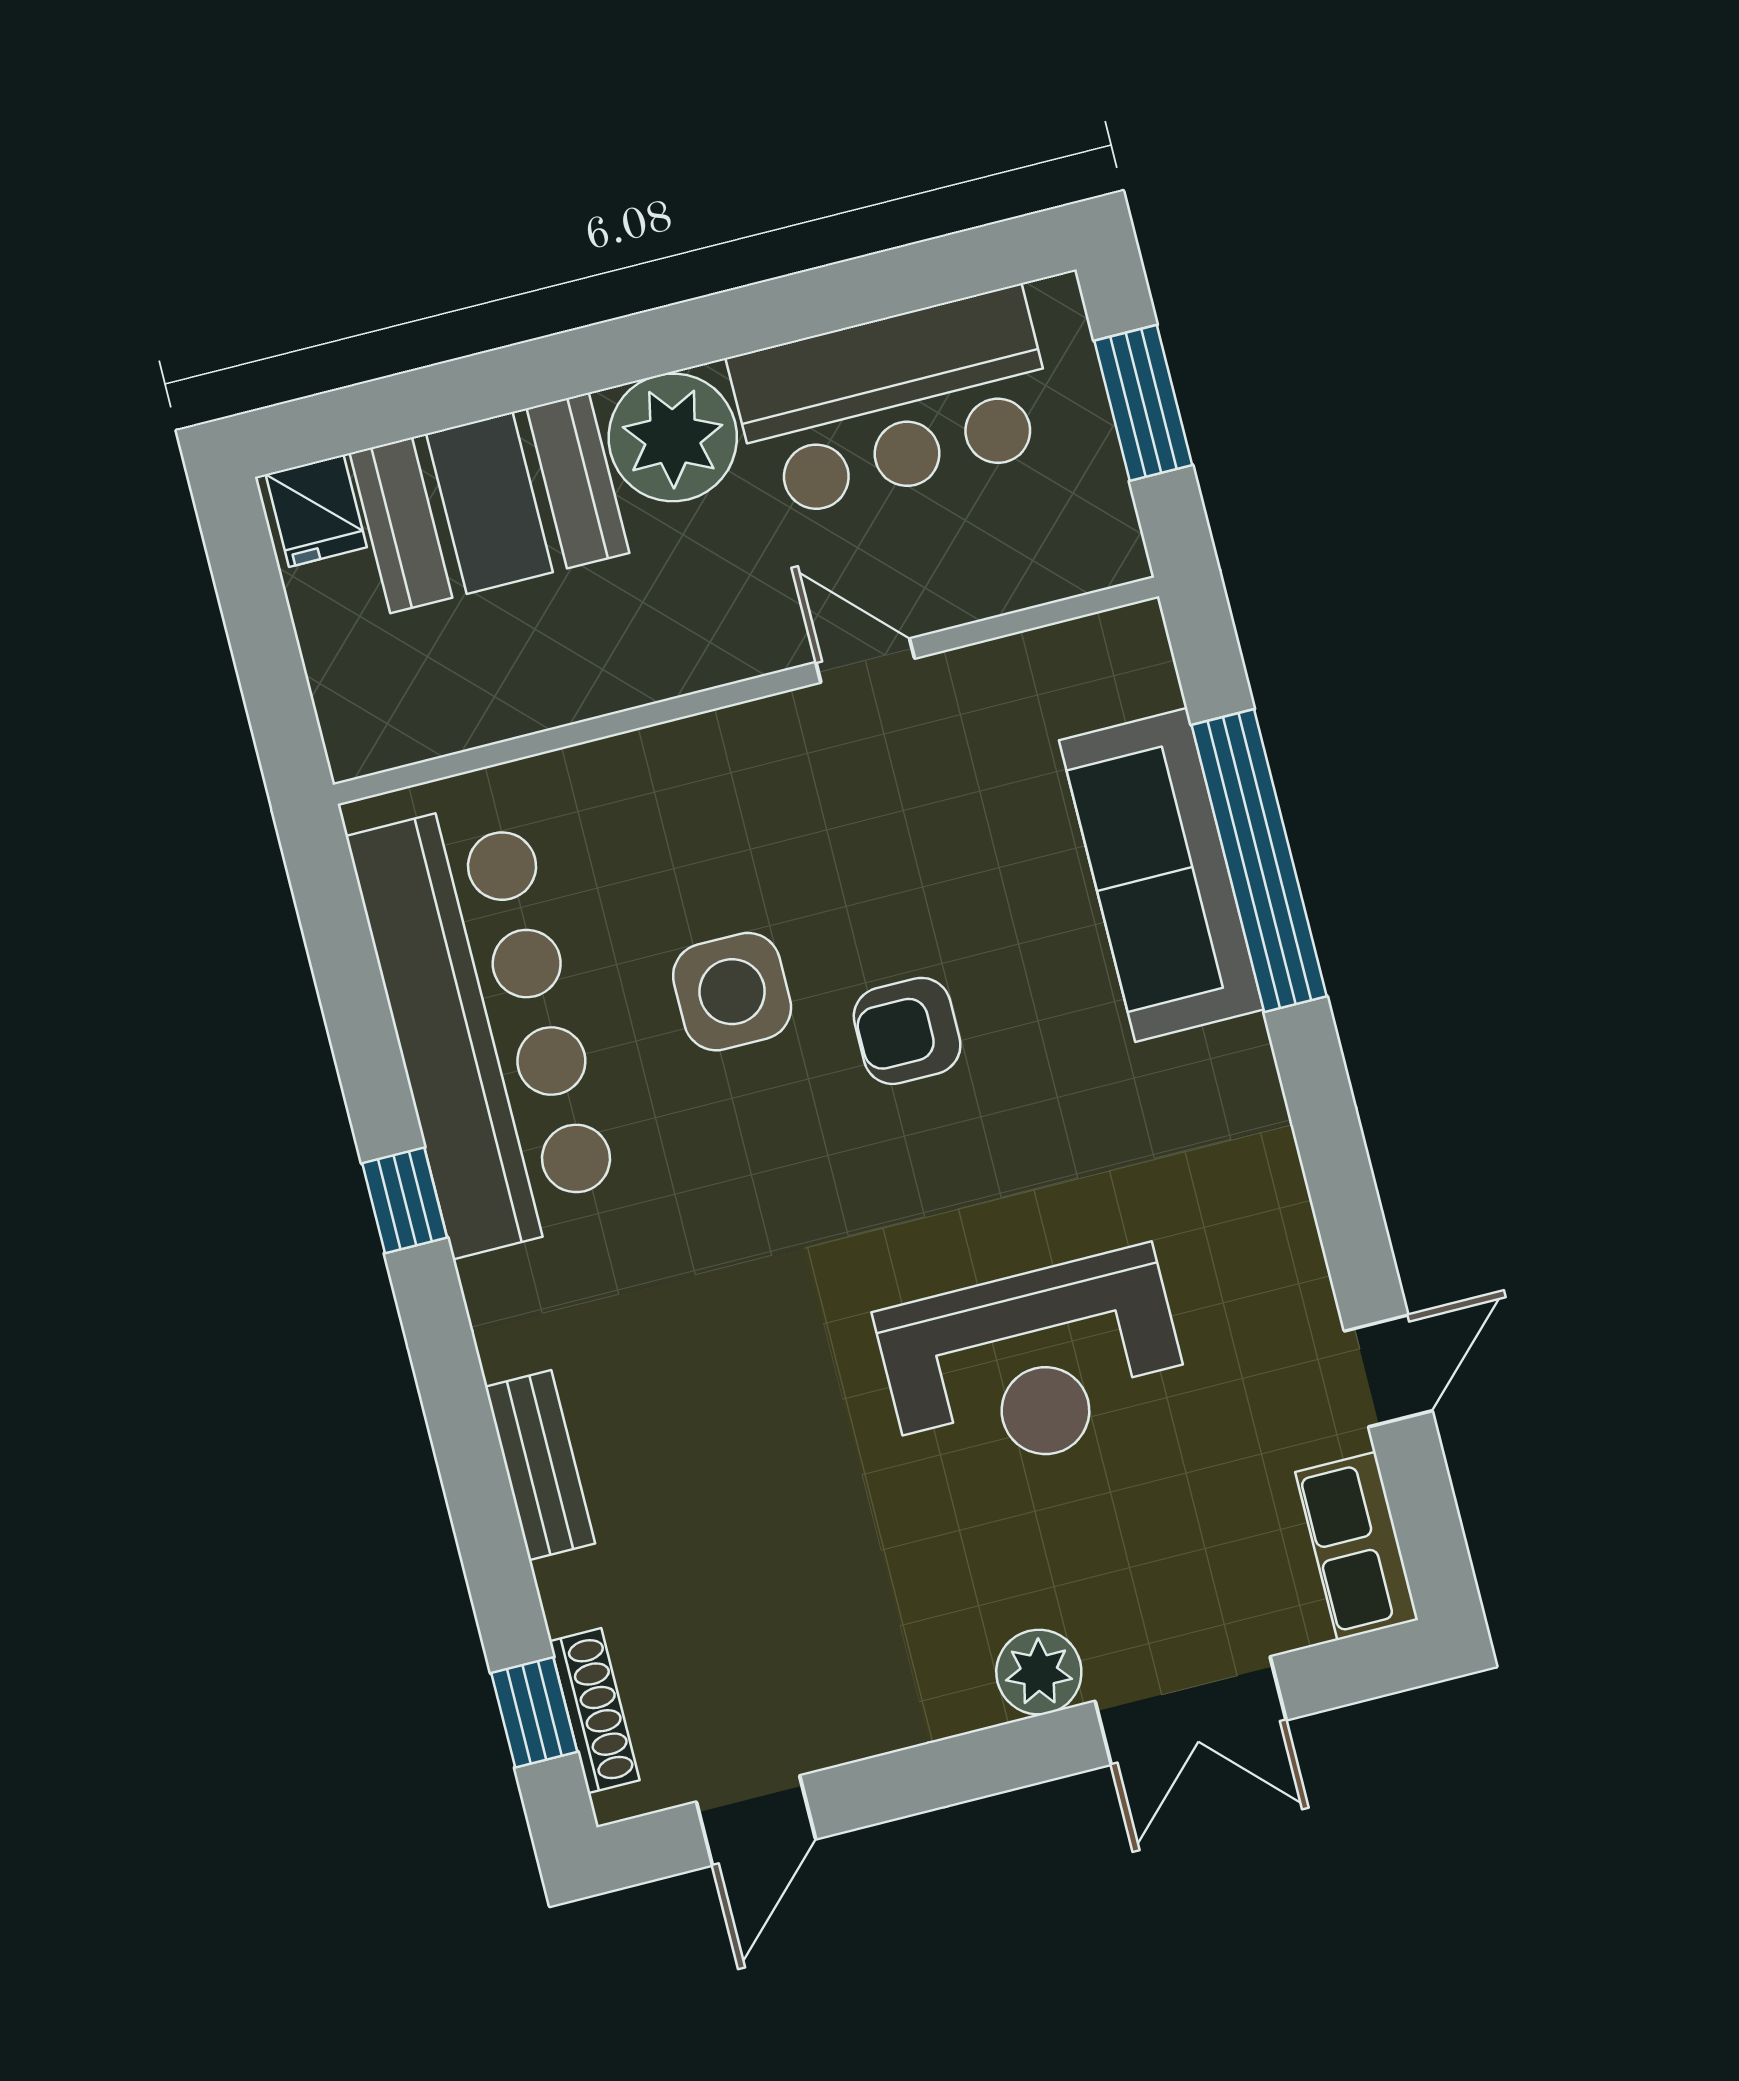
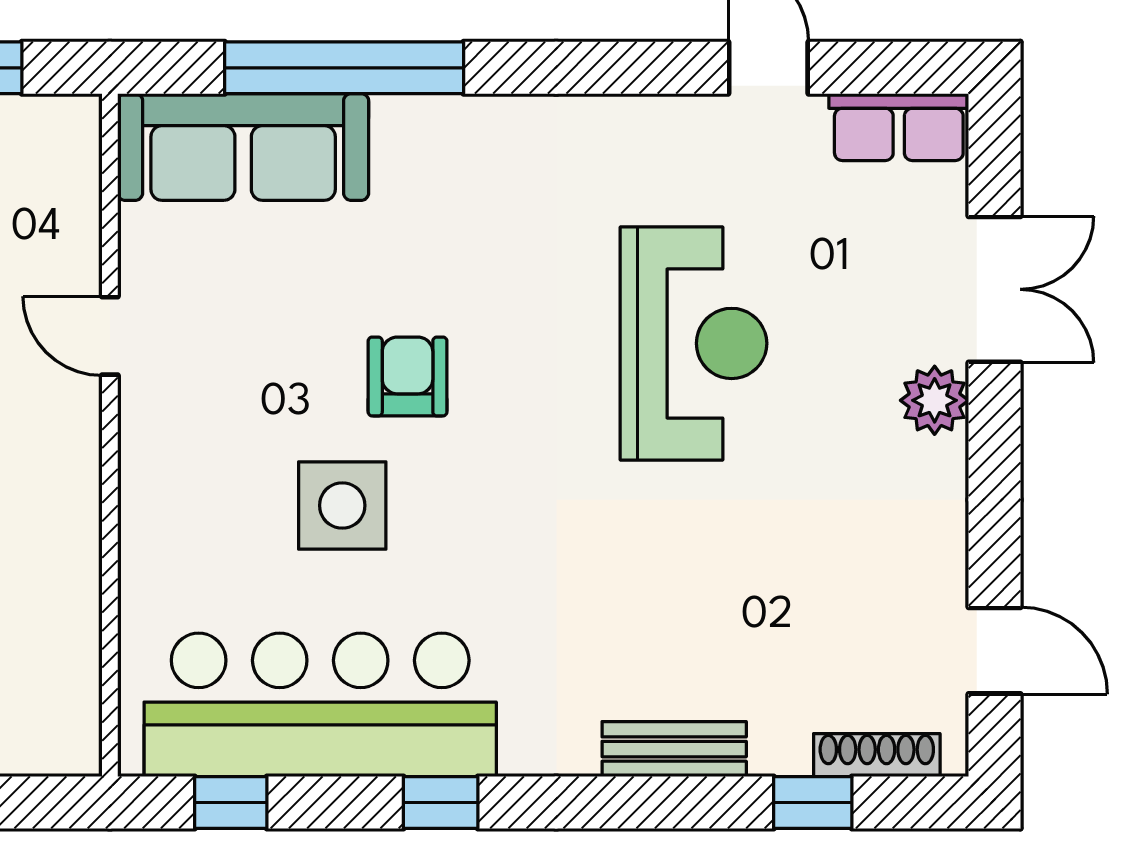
door: (865, 660) -> (110, 336), hinge flipped
sofa: (1161, 875) -> (243, 147), moved
window: (341, 948) -> (231, 803), added
armchair: (907, 1031) -> (408, 377), turned 180
window: (534, 1712) -> (813, 803), moved

